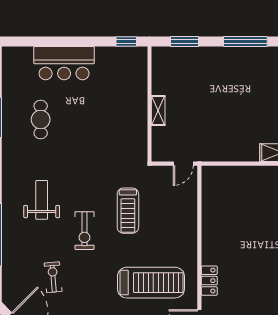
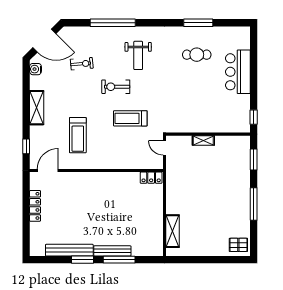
door: (183, 164) -> (165, 148), moved
weight bench: (42, 200) -> (138, 55), turned 90
locker: (209, 281) -> (151, 178), moved
treadmill: (151, 283) -> (78, 135), width x0.73, depth x0.73

